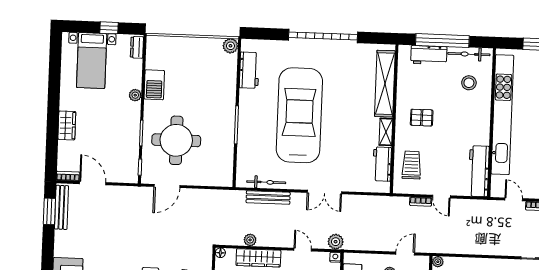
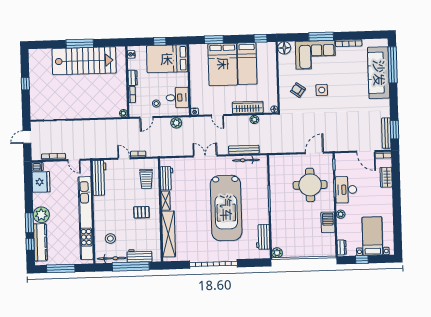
wardrobe: (67, 125) -> (386, 177), moved
desk: (125, 130) -> (346, 190), added
plant: (336, 242) -> (176, 123), moved

